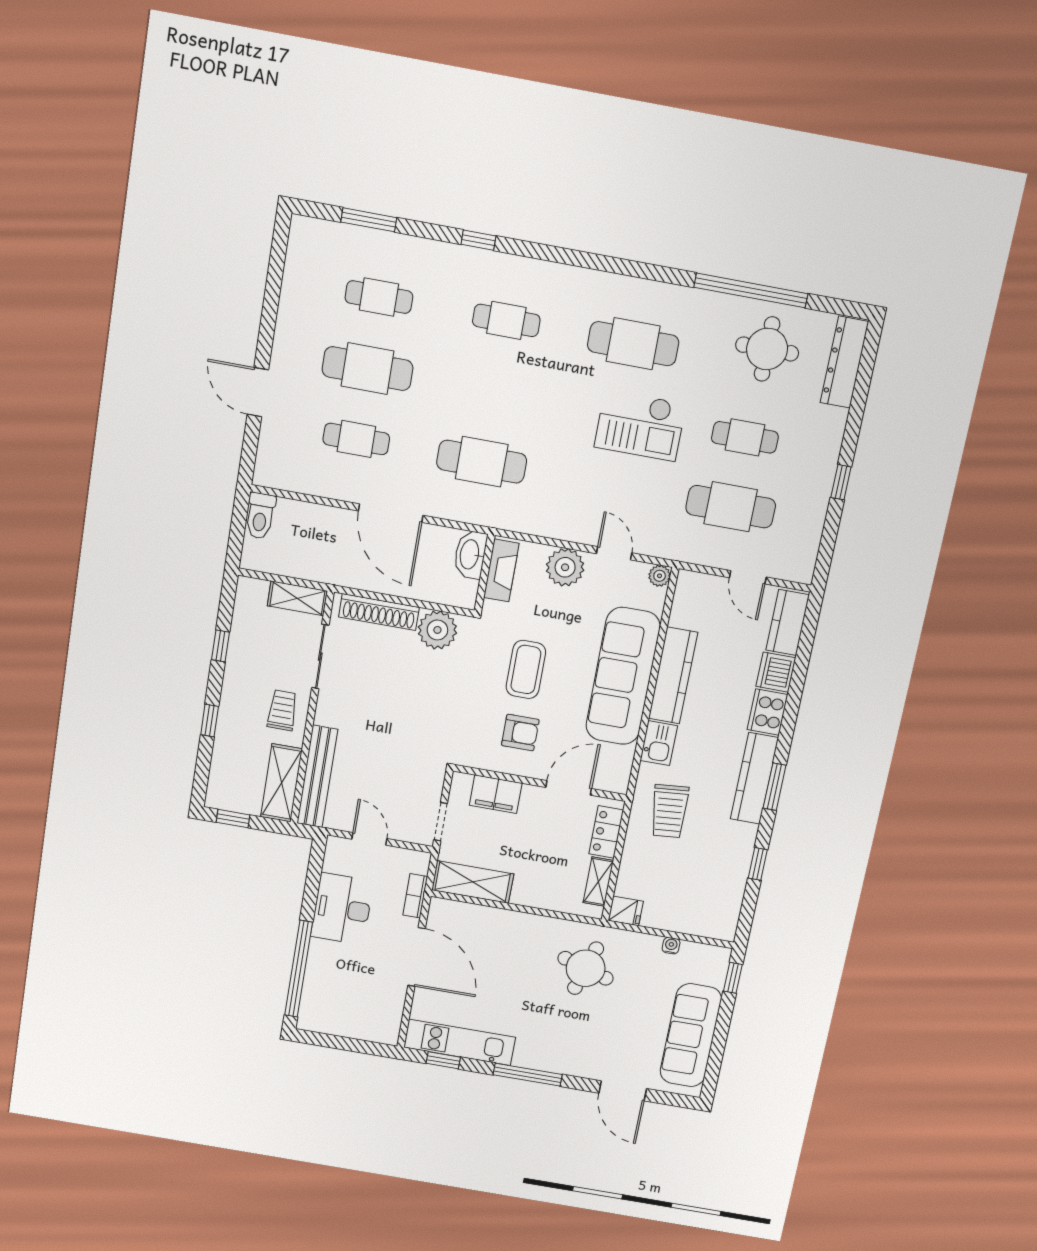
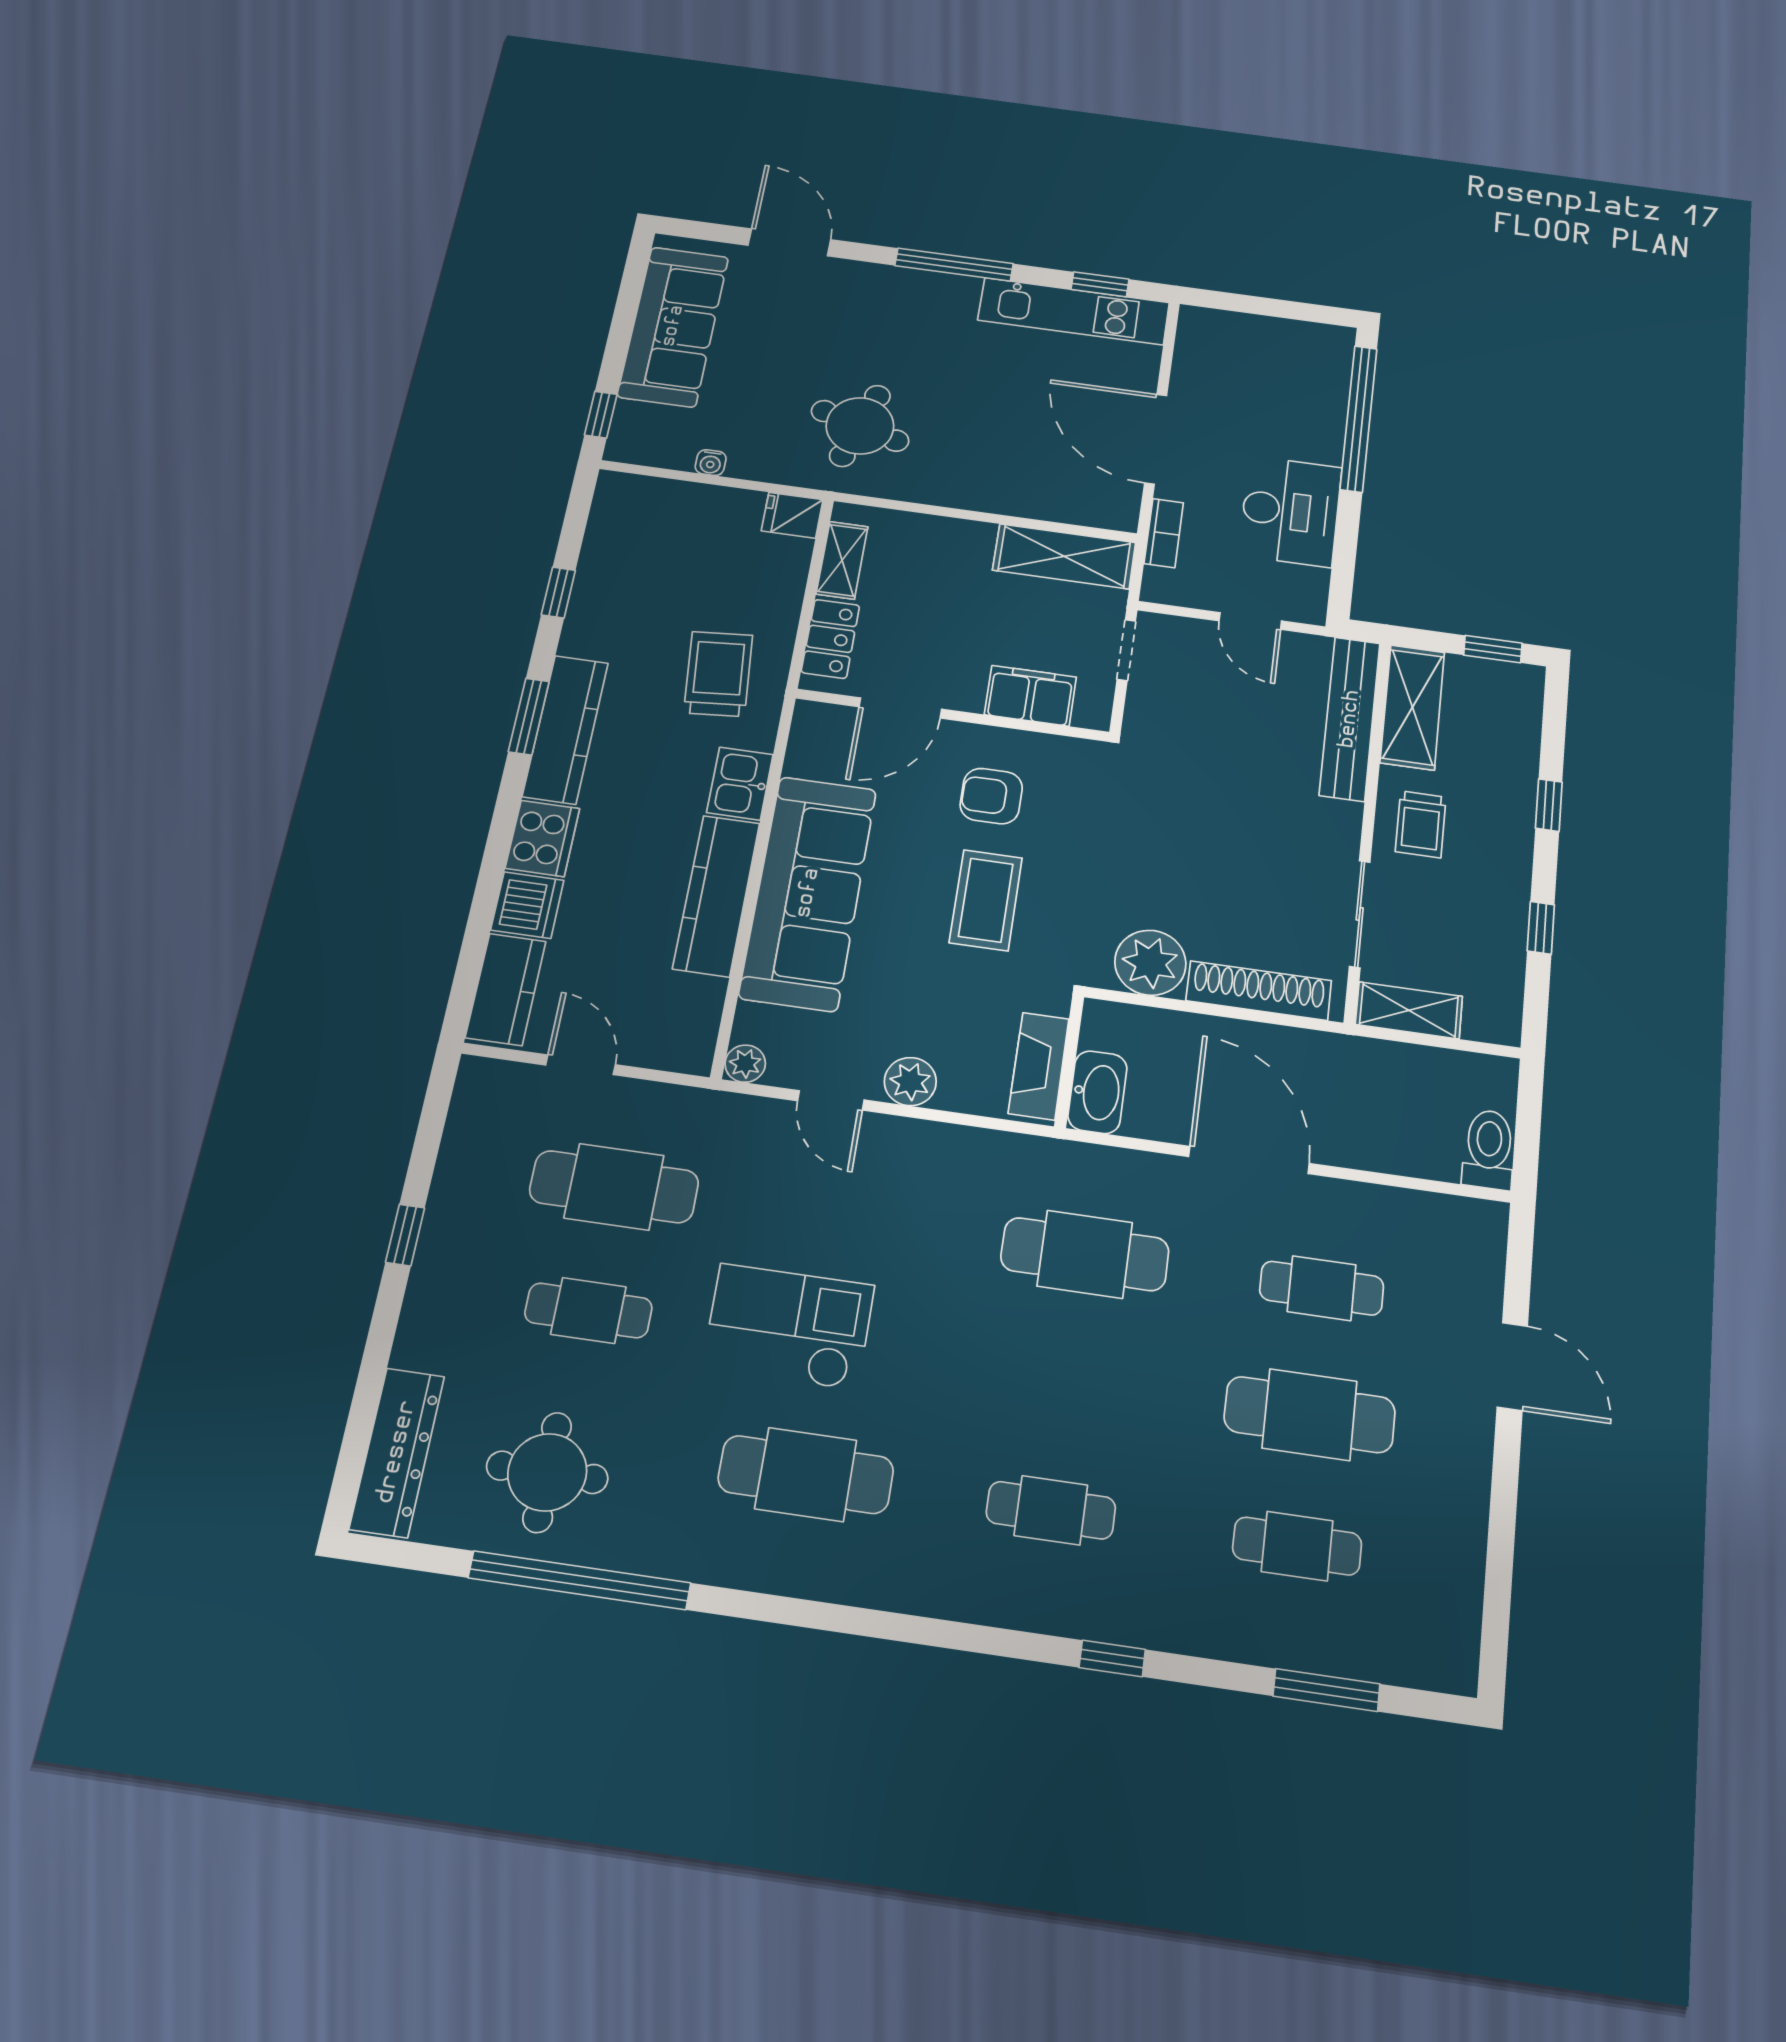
plant: (565, 567) -> (910, 1082), width x0.73, depth x0.73

